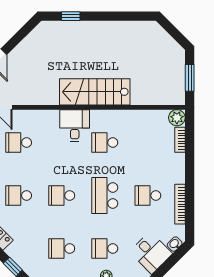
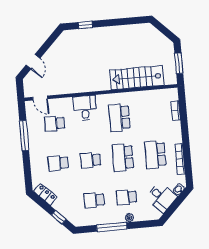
stairs: (95, 92) -> (137, 78), moved
plant: (177, 118) -> (172, 94), removed
desk: (75, 125) -> (85, 108), moved
school desk: (105, 143) -> (119, 118), width x1.85
school desk: (148, 196) -> (155, 155), width x1.85

